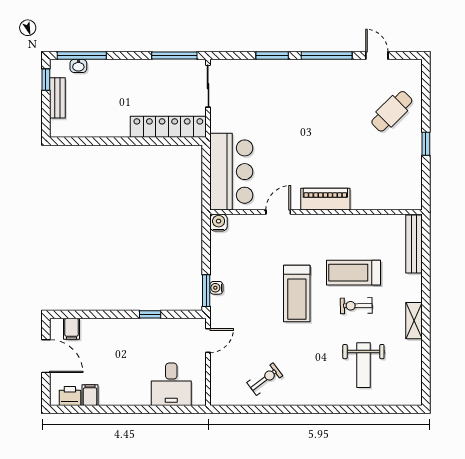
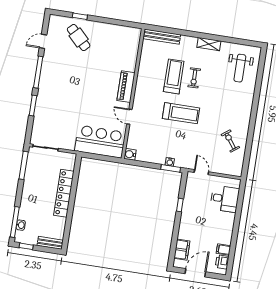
bench: (57, 98) -> (50, 243), moved
locker: (168, 127) -> (64, 193), moved
window: (426, 144) -> (80, 16), moved
treadmill: (354, 273) -> (174, 76), turned 180
filing cabinet: (71, 329) -> (182, 250), width x2.00
weight bench: (363, 365) -> (240, 68), moved, turned 90

